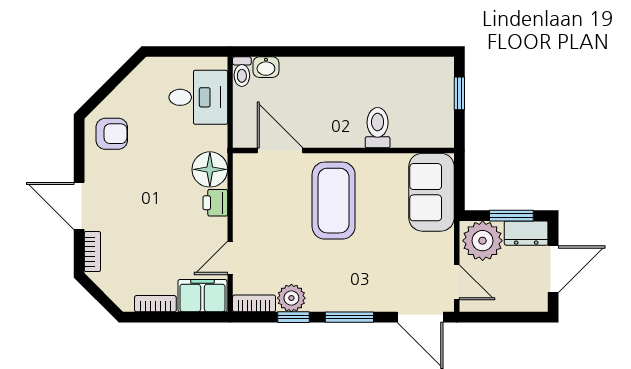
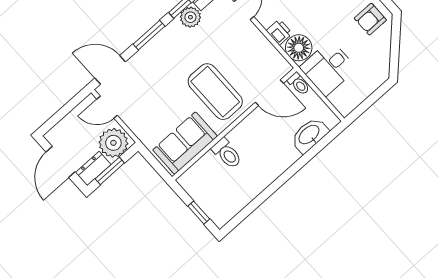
washbasin: (266, 67) -> (309, 135), width x1.91, depth x1.45
toilet: (242, 72) -> (299, 84), moved, turned 180
desk: (198, 97) -> (328, 68), moved
sofa: (432, 192) -> (185, 143), moved, turned -90

